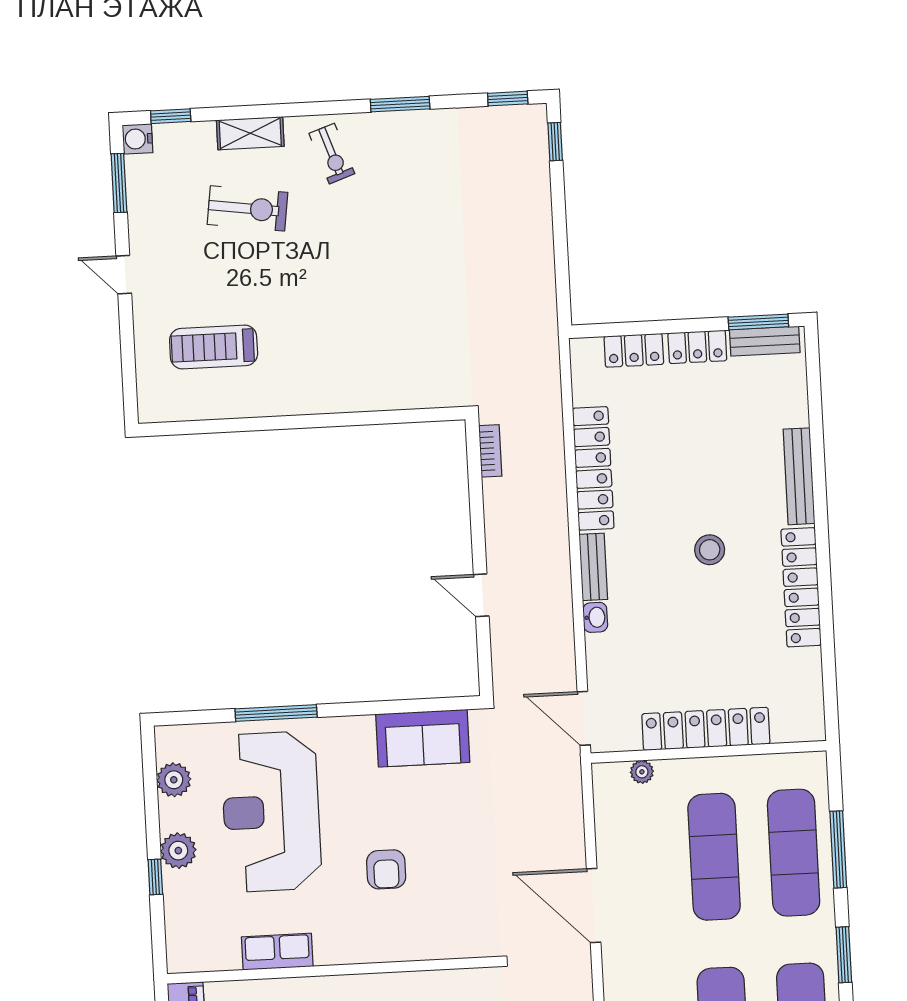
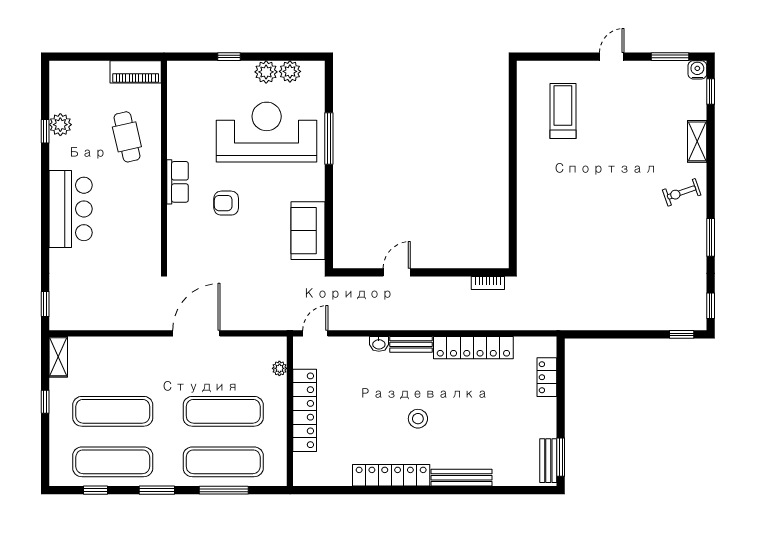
exercise bike: (247, 208) -> (650, 137), removed
locker: (697, 347) -> (547, 418), removed
door: (584, 718) -> (315, 333), width x0.73
plant: (178, 851) -> (266, 72), moved
row of seats: (277, 952) -> (178, 182), moved

